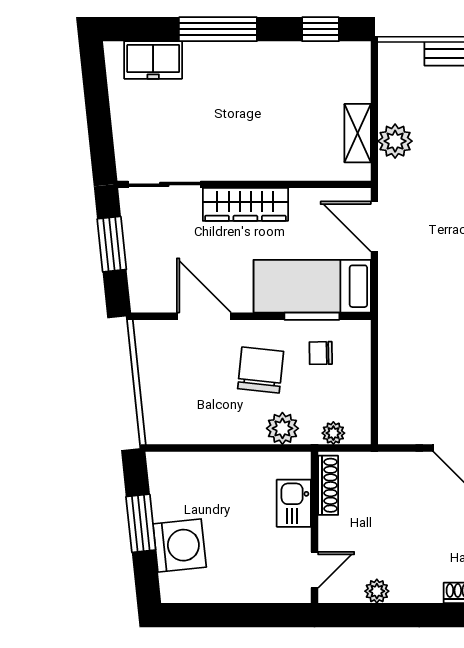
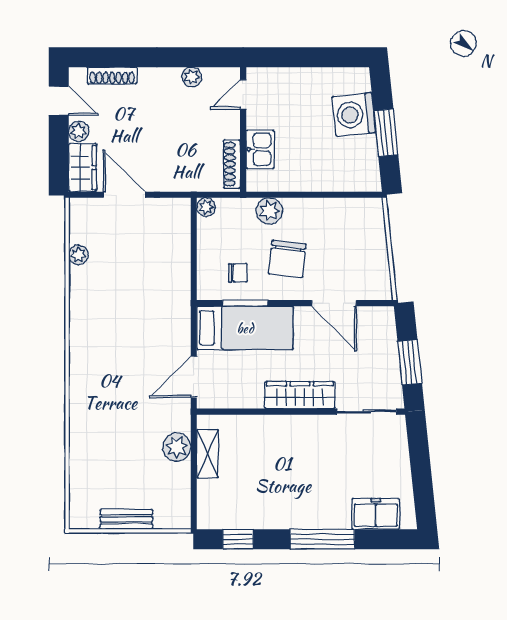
door: (374, 227) -> (194, 377), swing flipped
plant: (333, 433) -> (206, 207), moved

